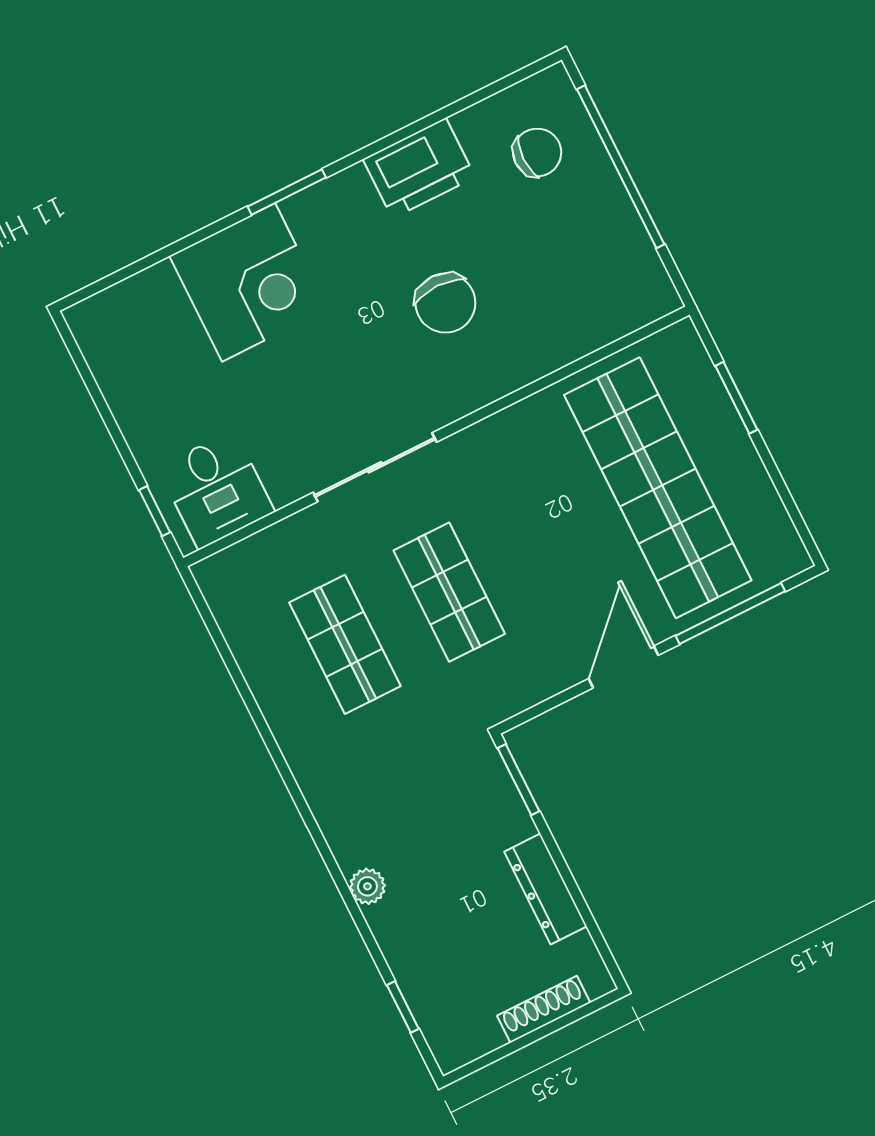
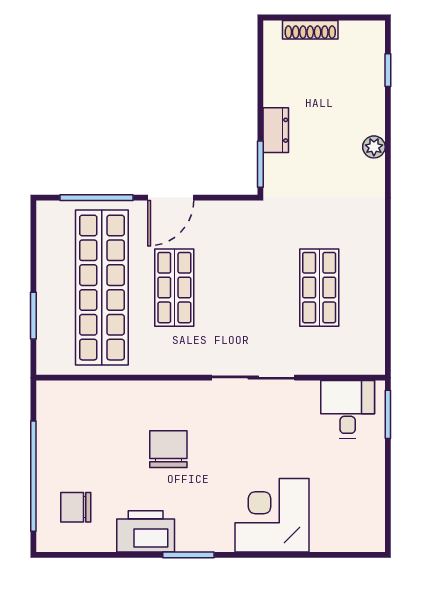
window: (287, 192) -> (188, 555), moved
window: (155, 511) -> (388, 414), width x1.50
shop shelf: (449, 592) -> (174, 288), moved
dresser: (546, 889) -> (276, 130), moved, width x0.70

